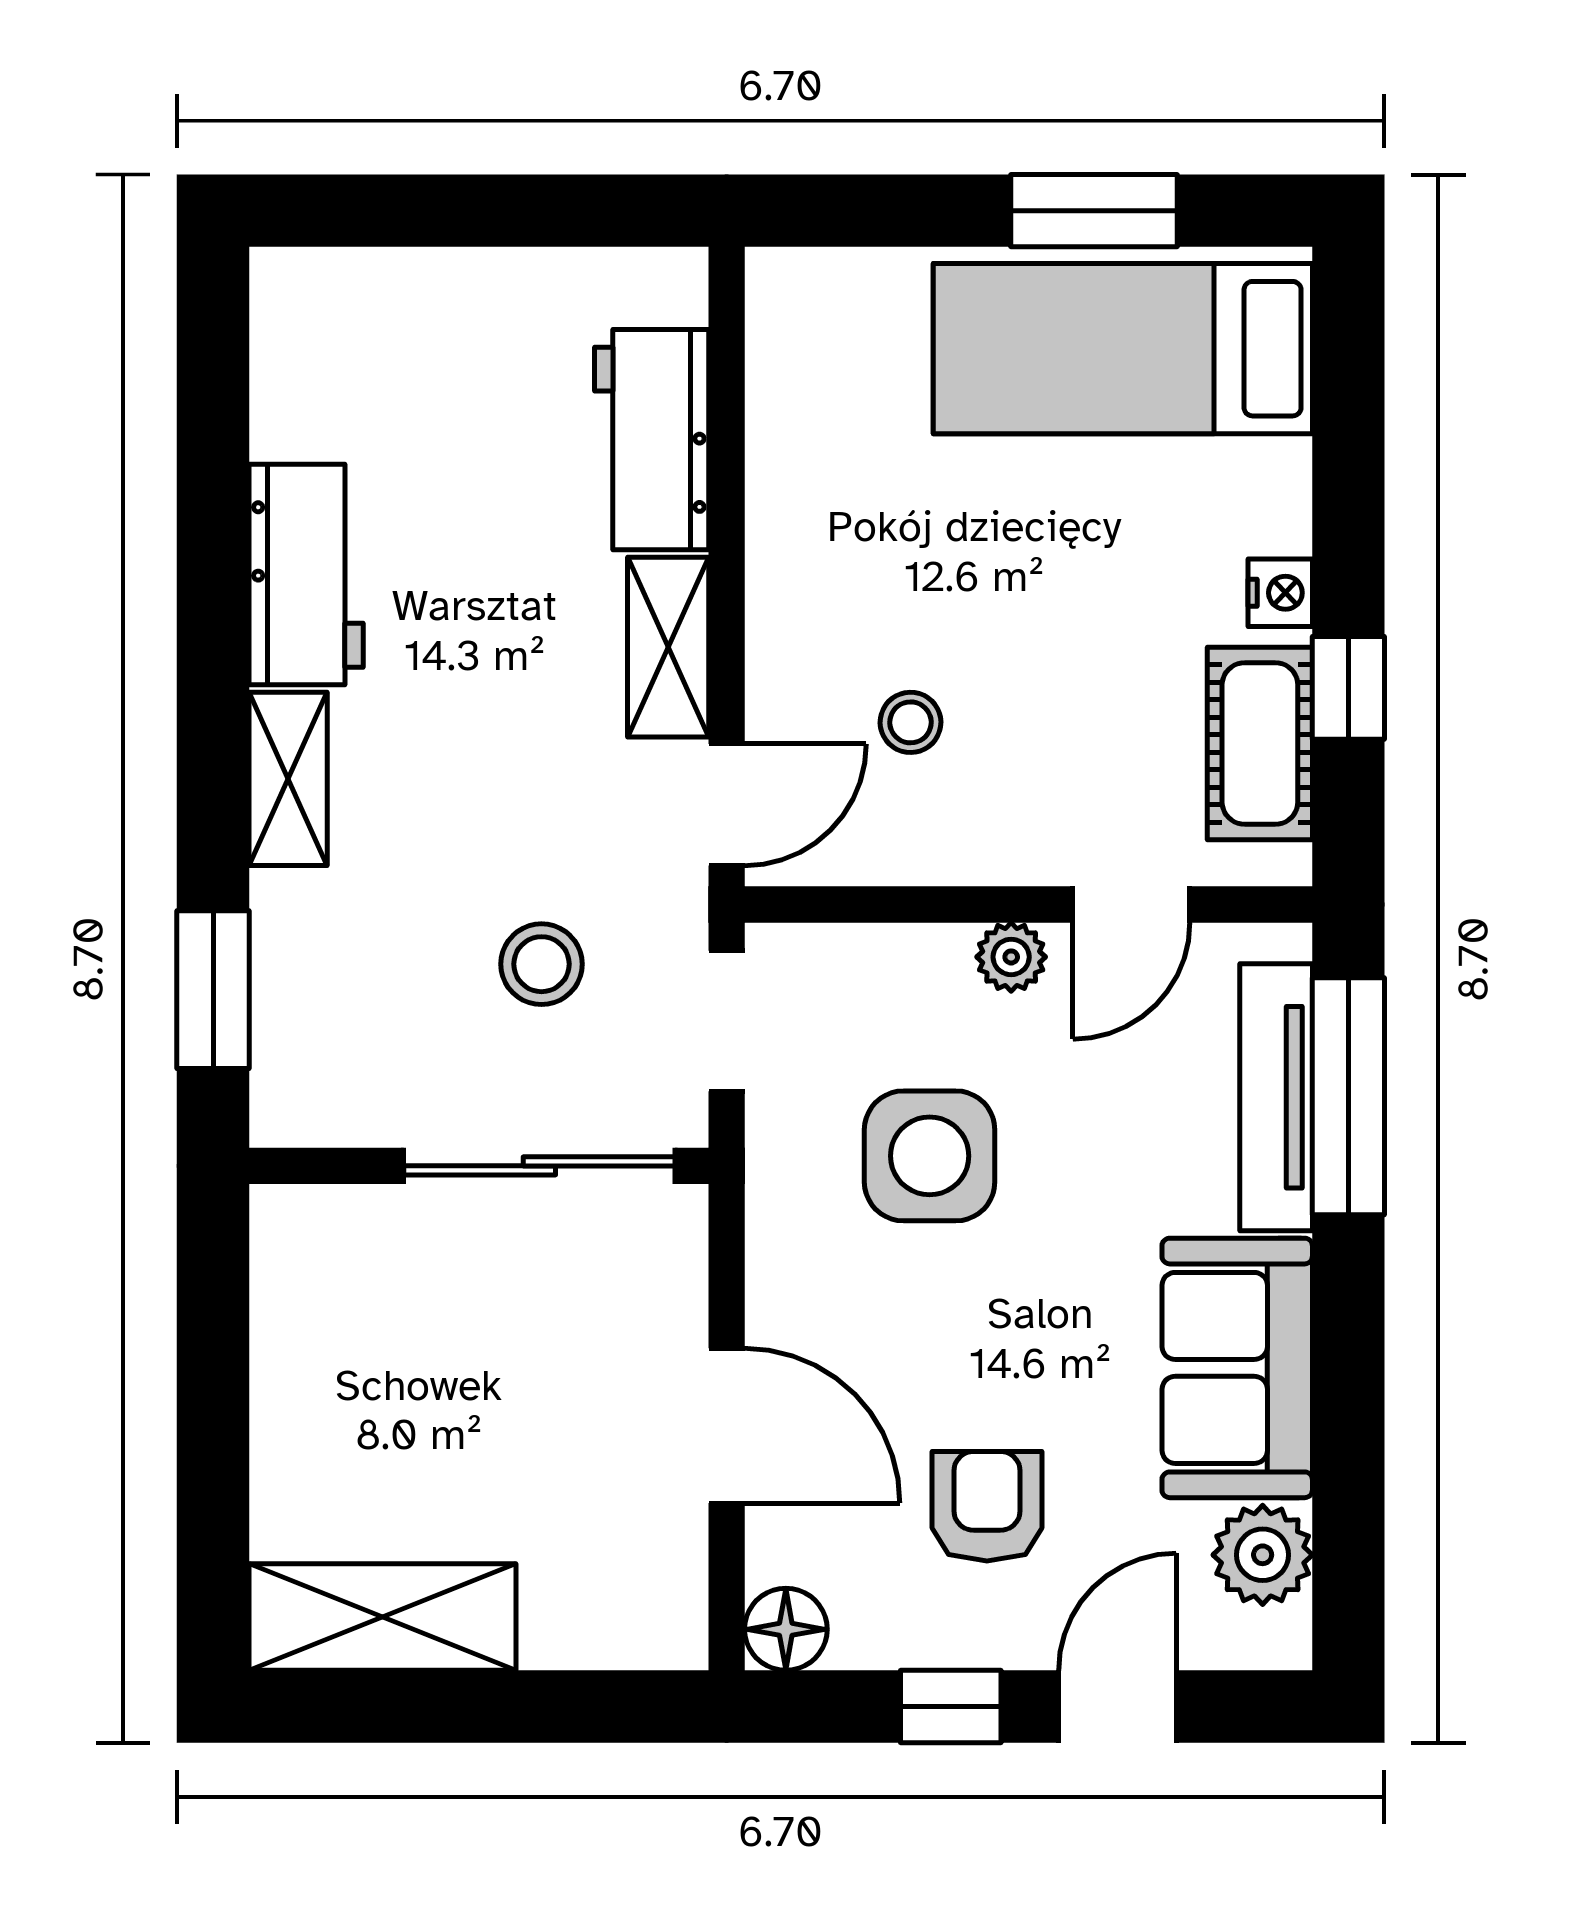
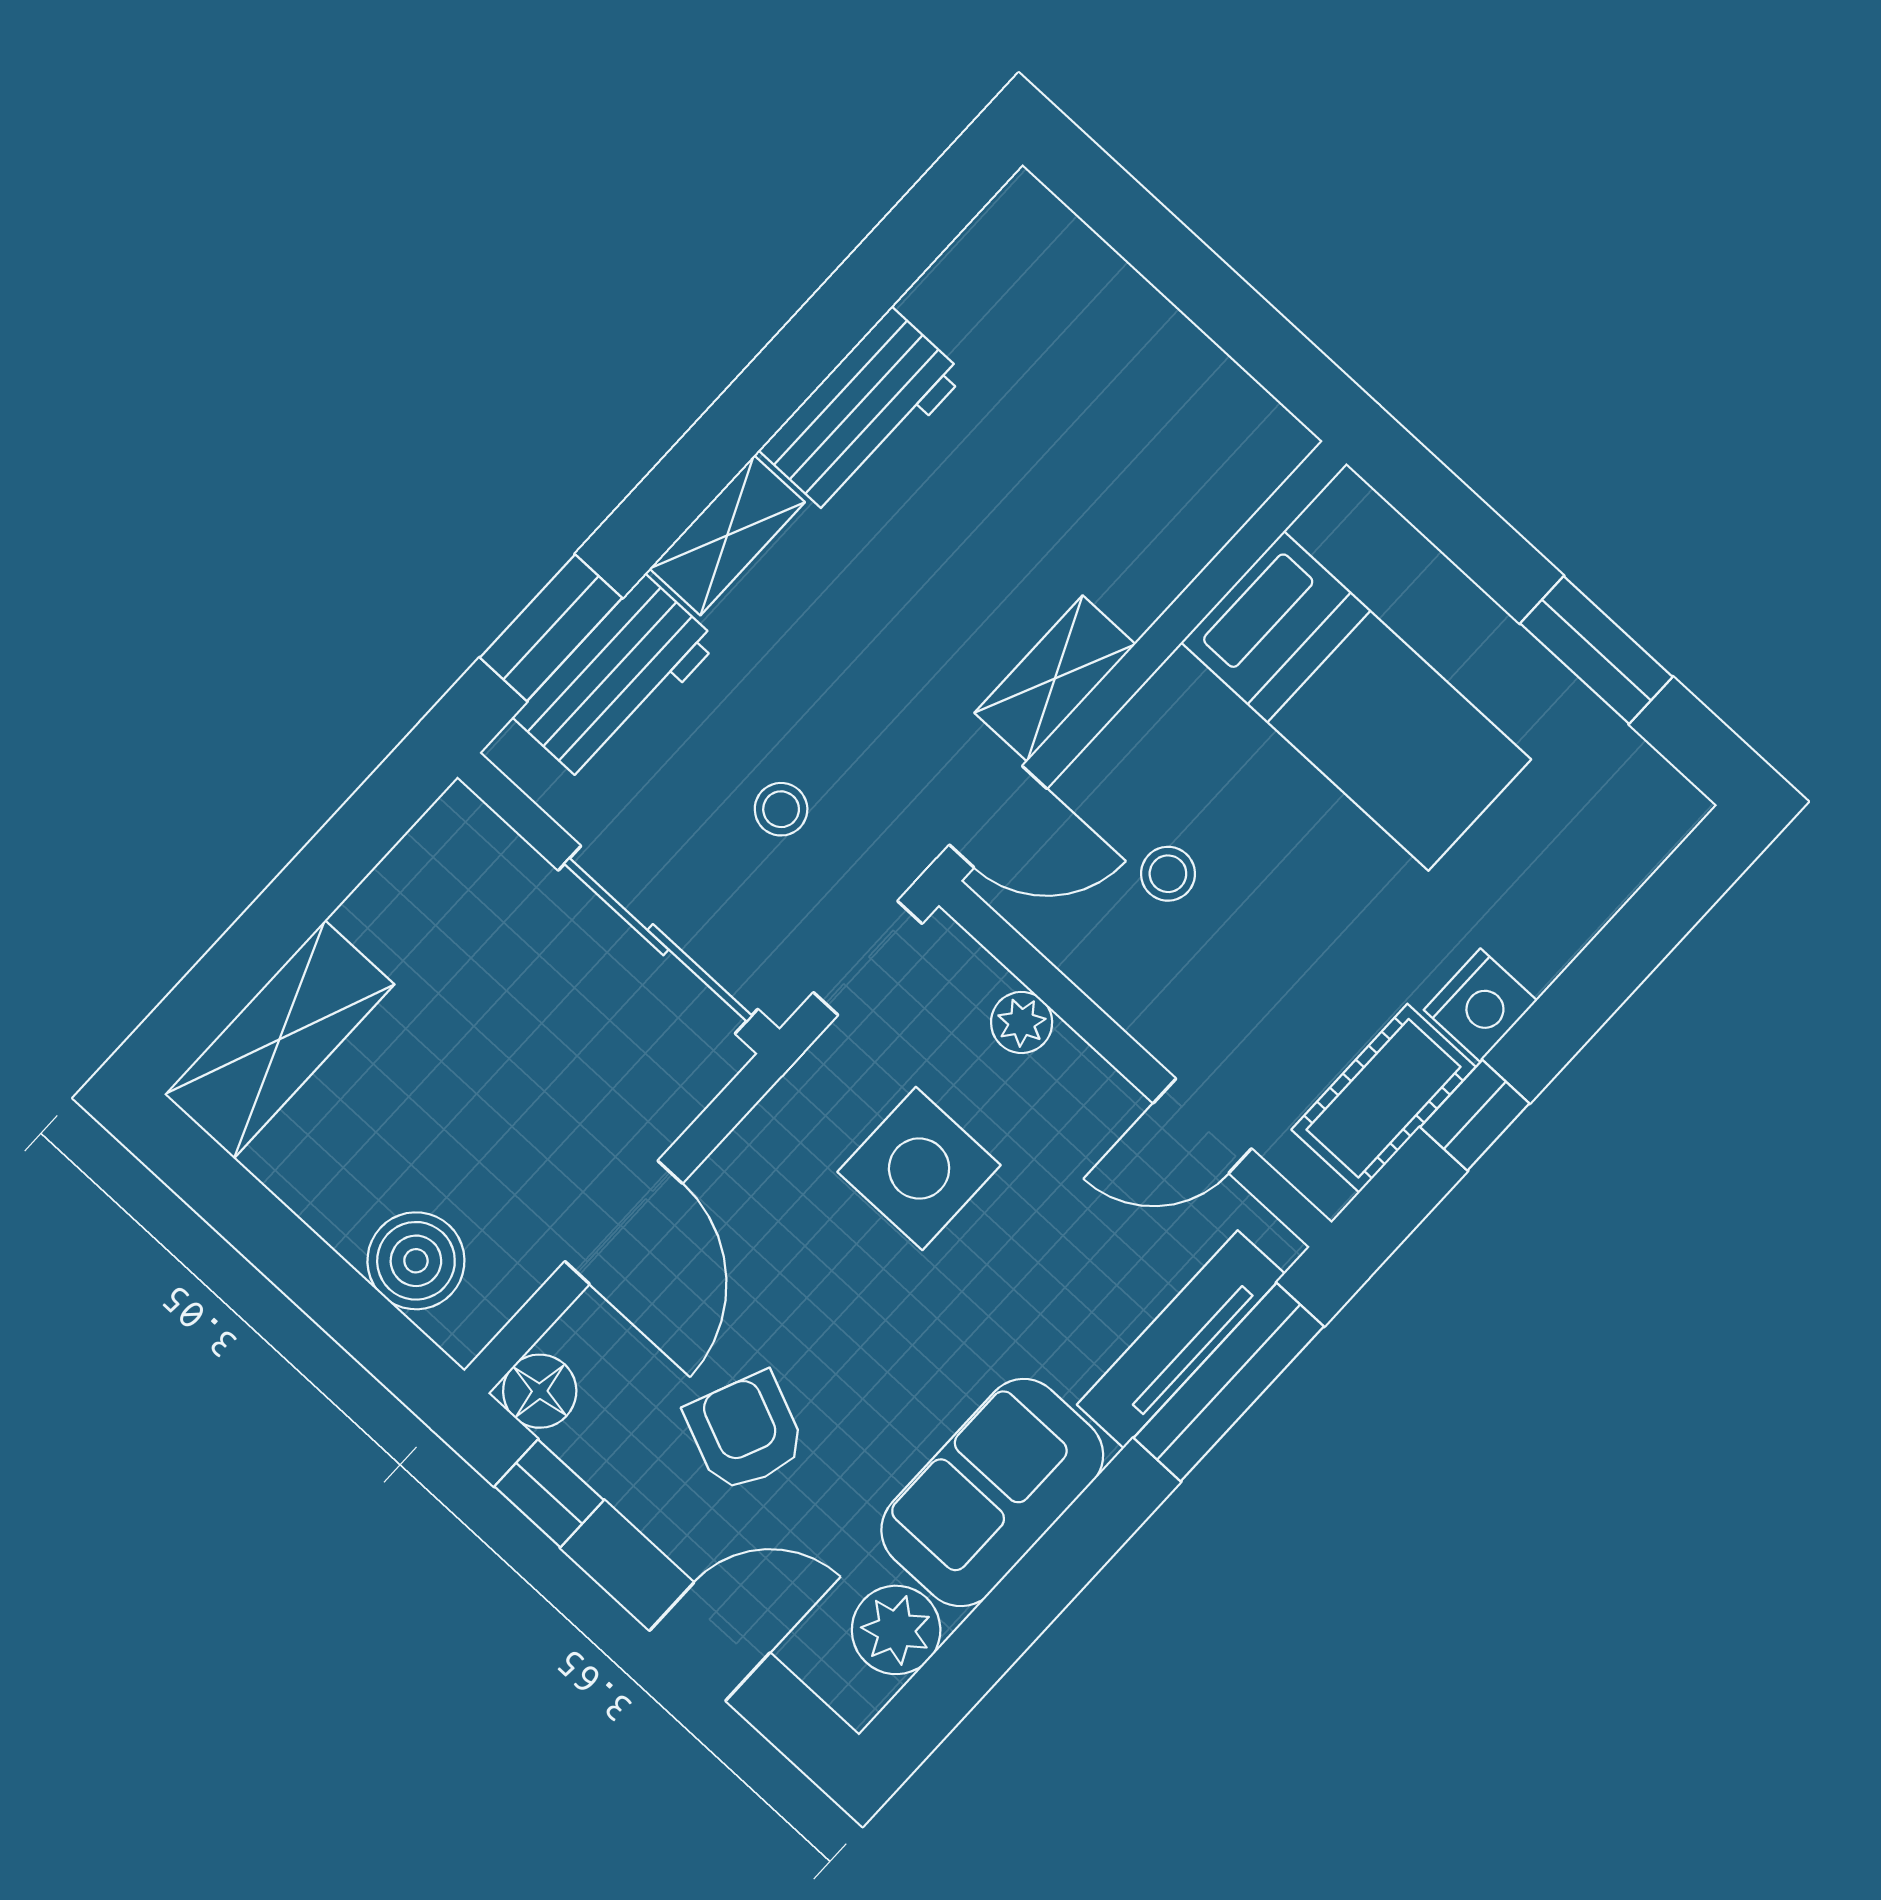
bed: (1123, 349) -> (1356, 701), moved, turned 180
workbench: (652, 440) -> (616, 680), moved, turned 180
nightstand: (1280, 593) -> (1480, 1005), width x1.39, depth x1.35
plant: (1011, 957) -> (1022, 1022), moved
stool: (541, 964) -> (781, 809), width x0.73, depth x0.73
armchair: (987, 1506) -> (745, 1432), turned -67
boiler: (584, 1616) -> (416, 1261), added
shelving: (382, 1617) -> (279, 1039), moved, turned 90
window: (951, 1706) -> (549, 1493), moved

